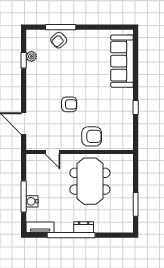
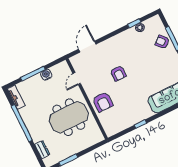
water cooler: (32, 201) -> (46, 75), moved
dresser: (84, 227) -> (42, 150), moved

